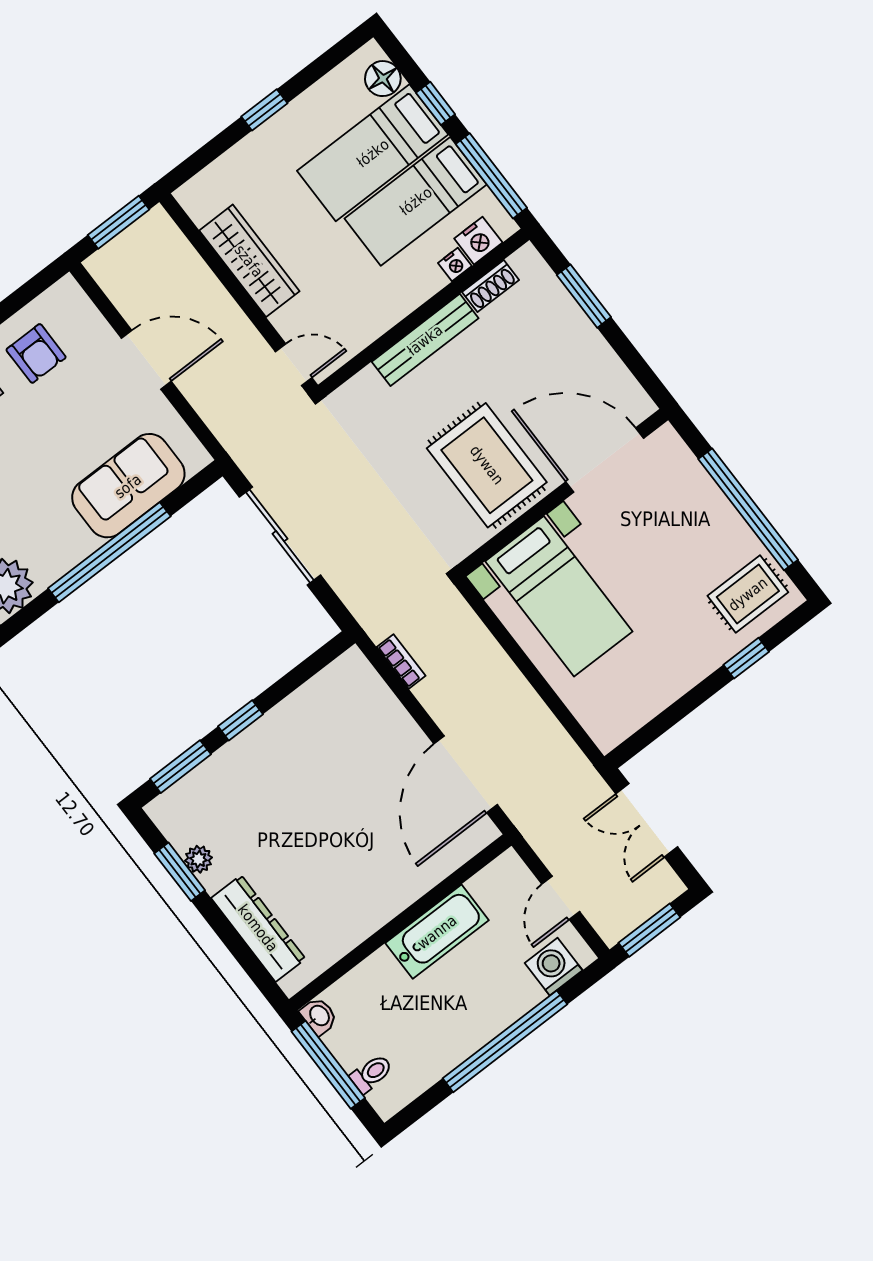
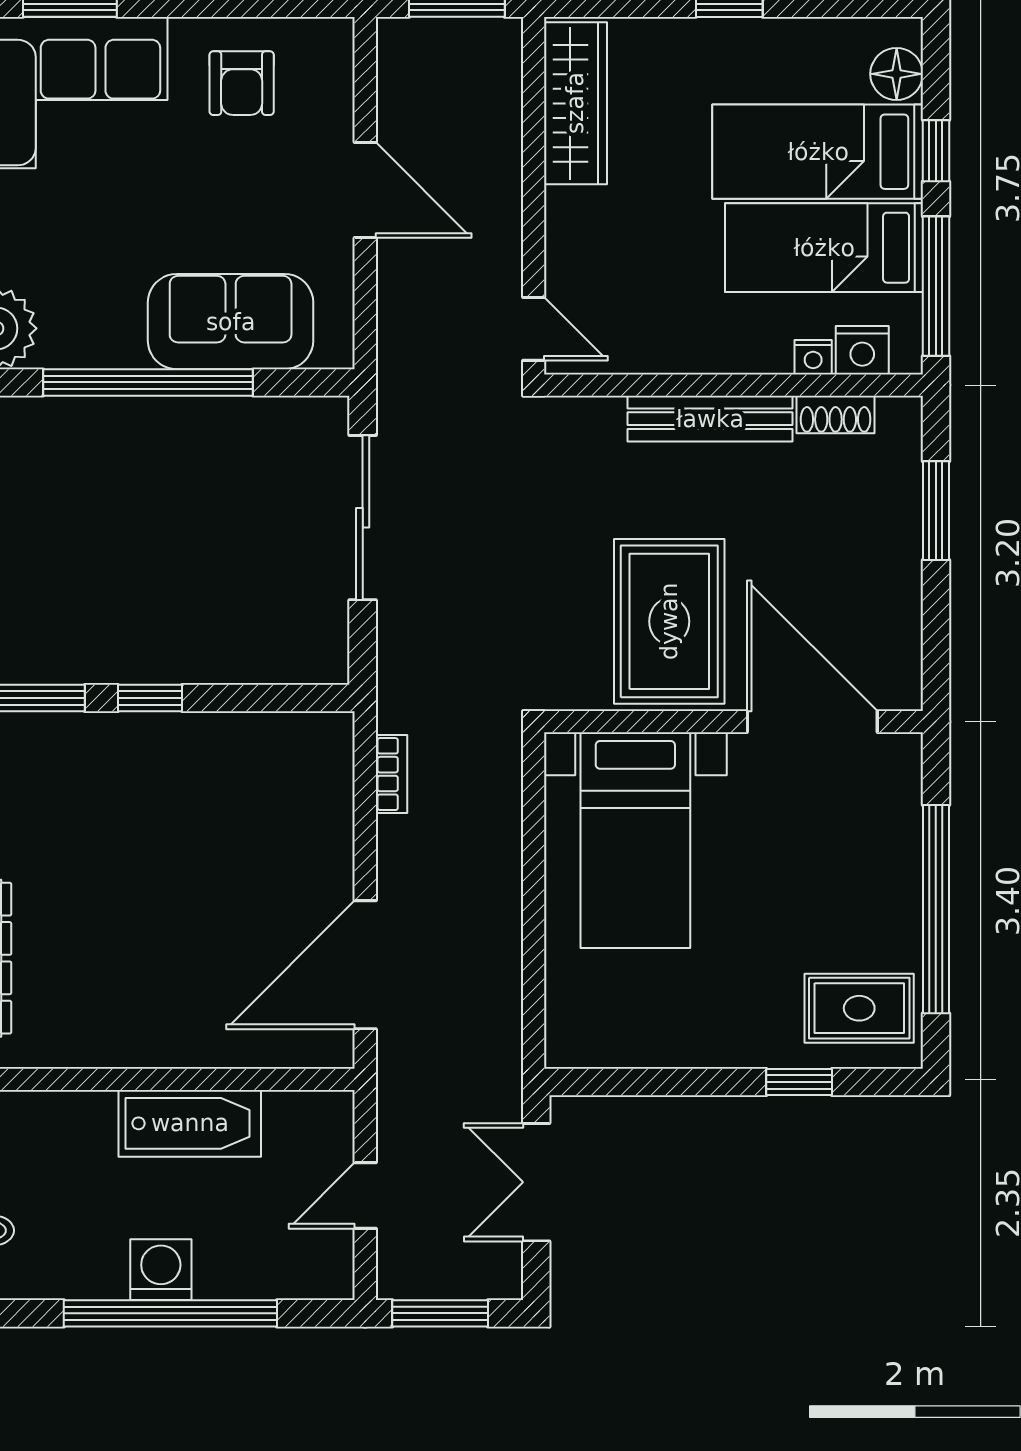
wardrobe: (249, 261) -> (575, 103), moved
washing machine: (554, 967) -> (161, 1270), moved

